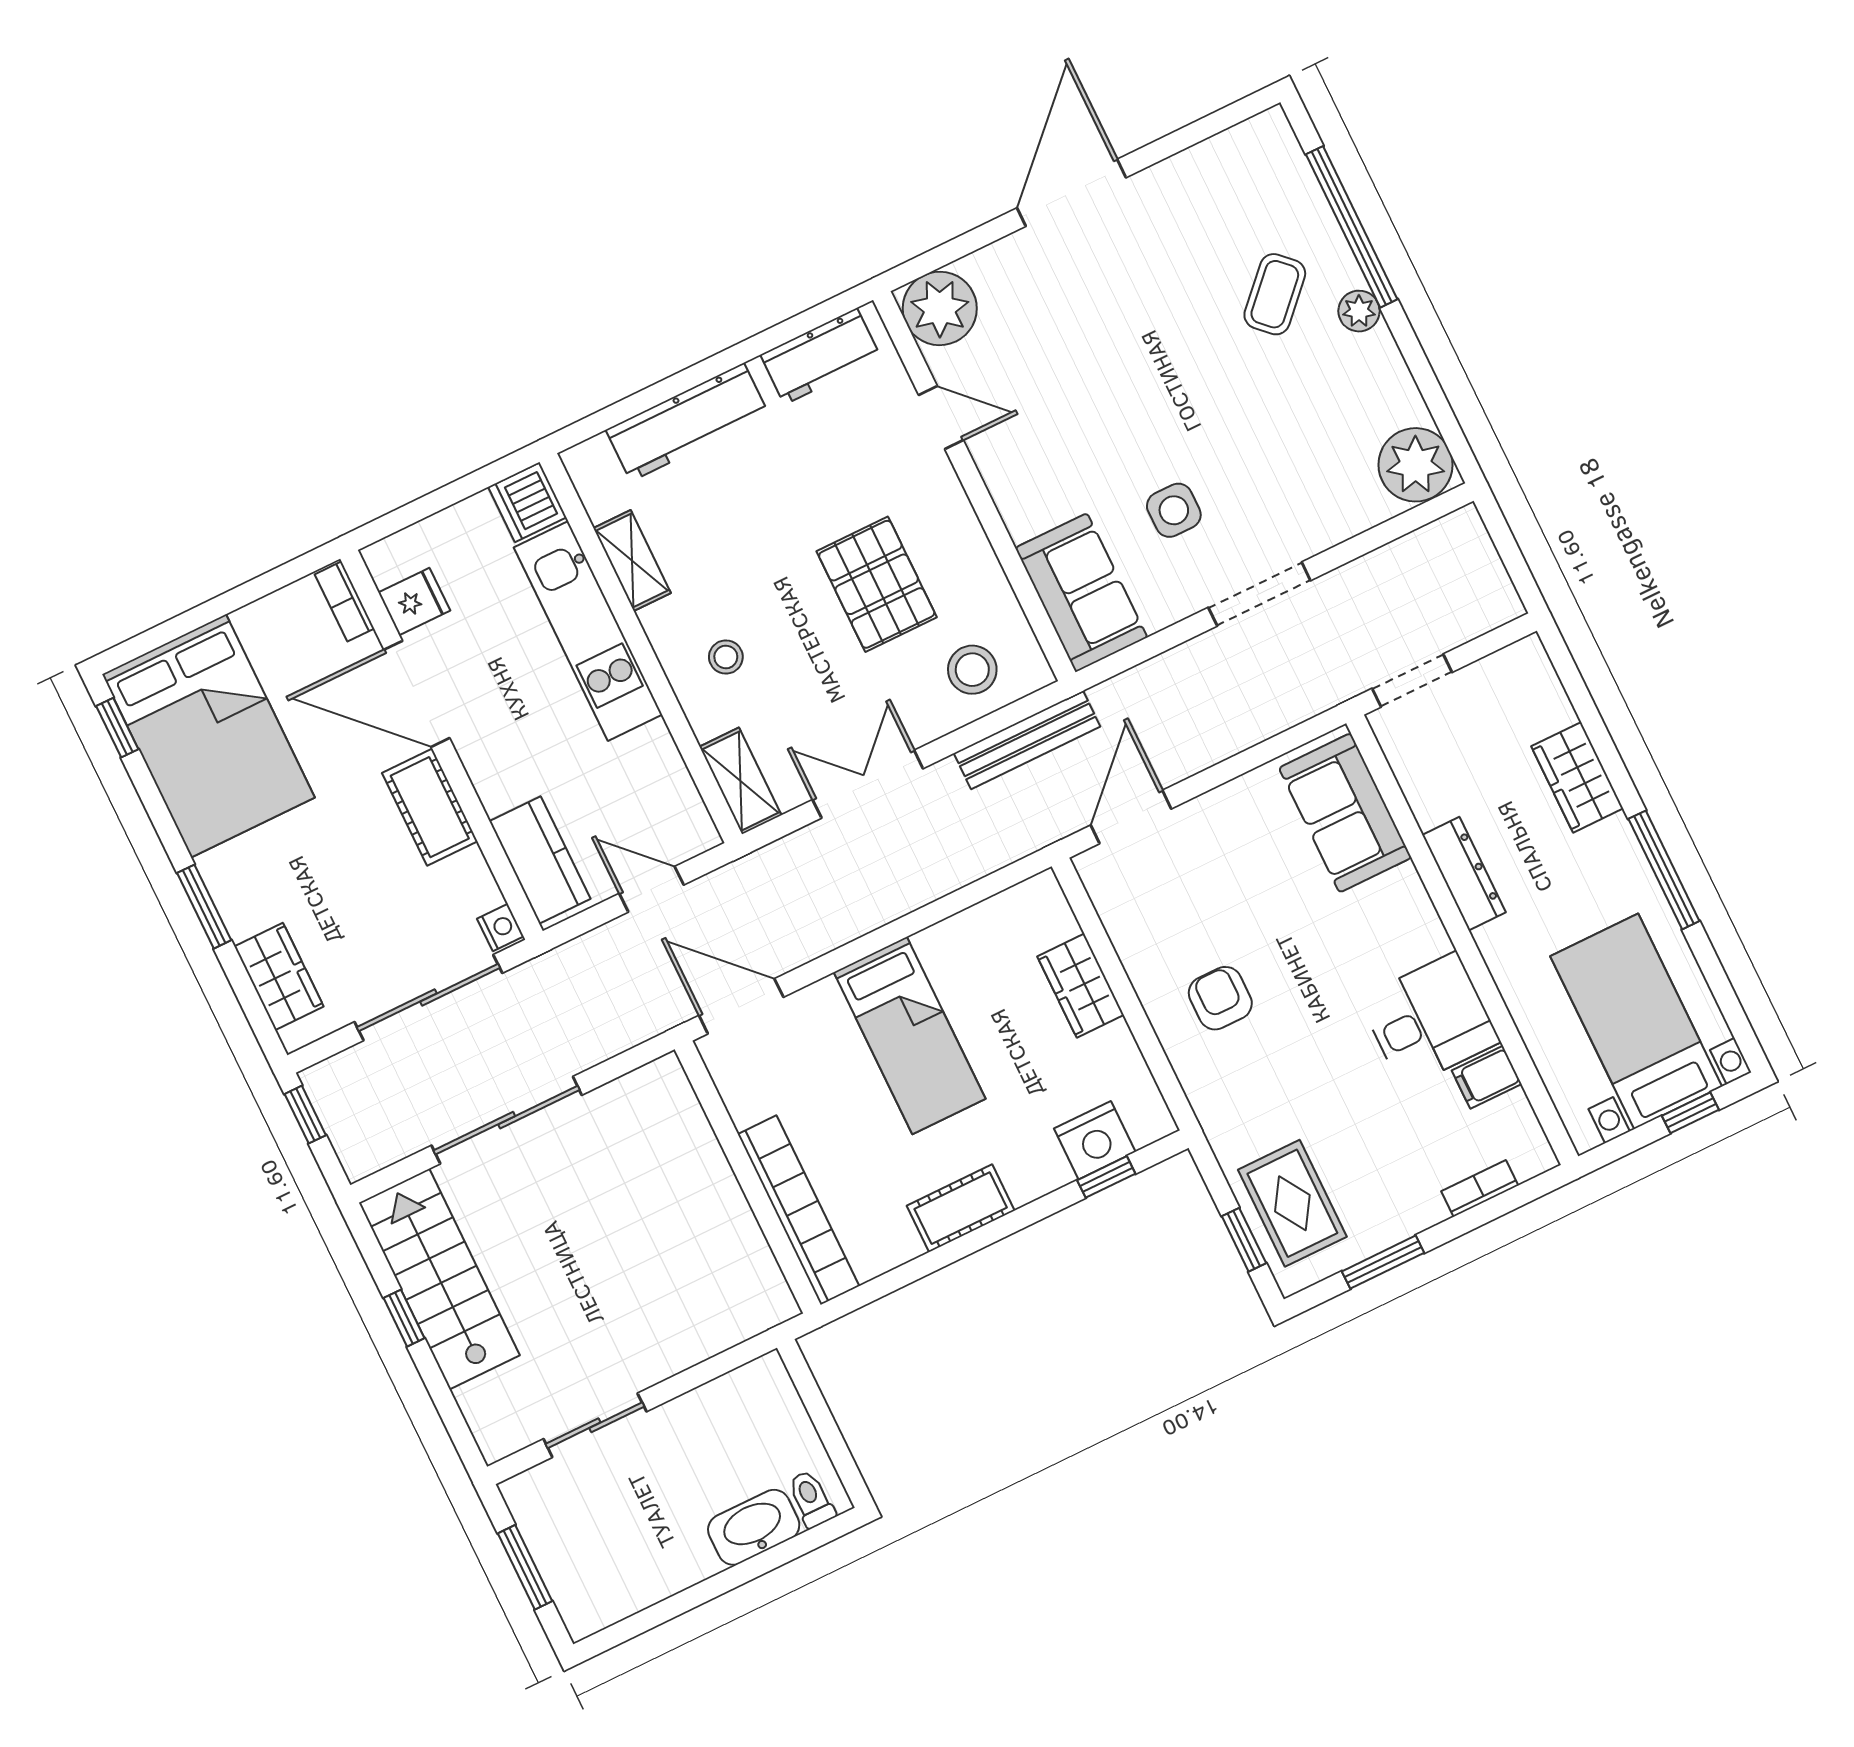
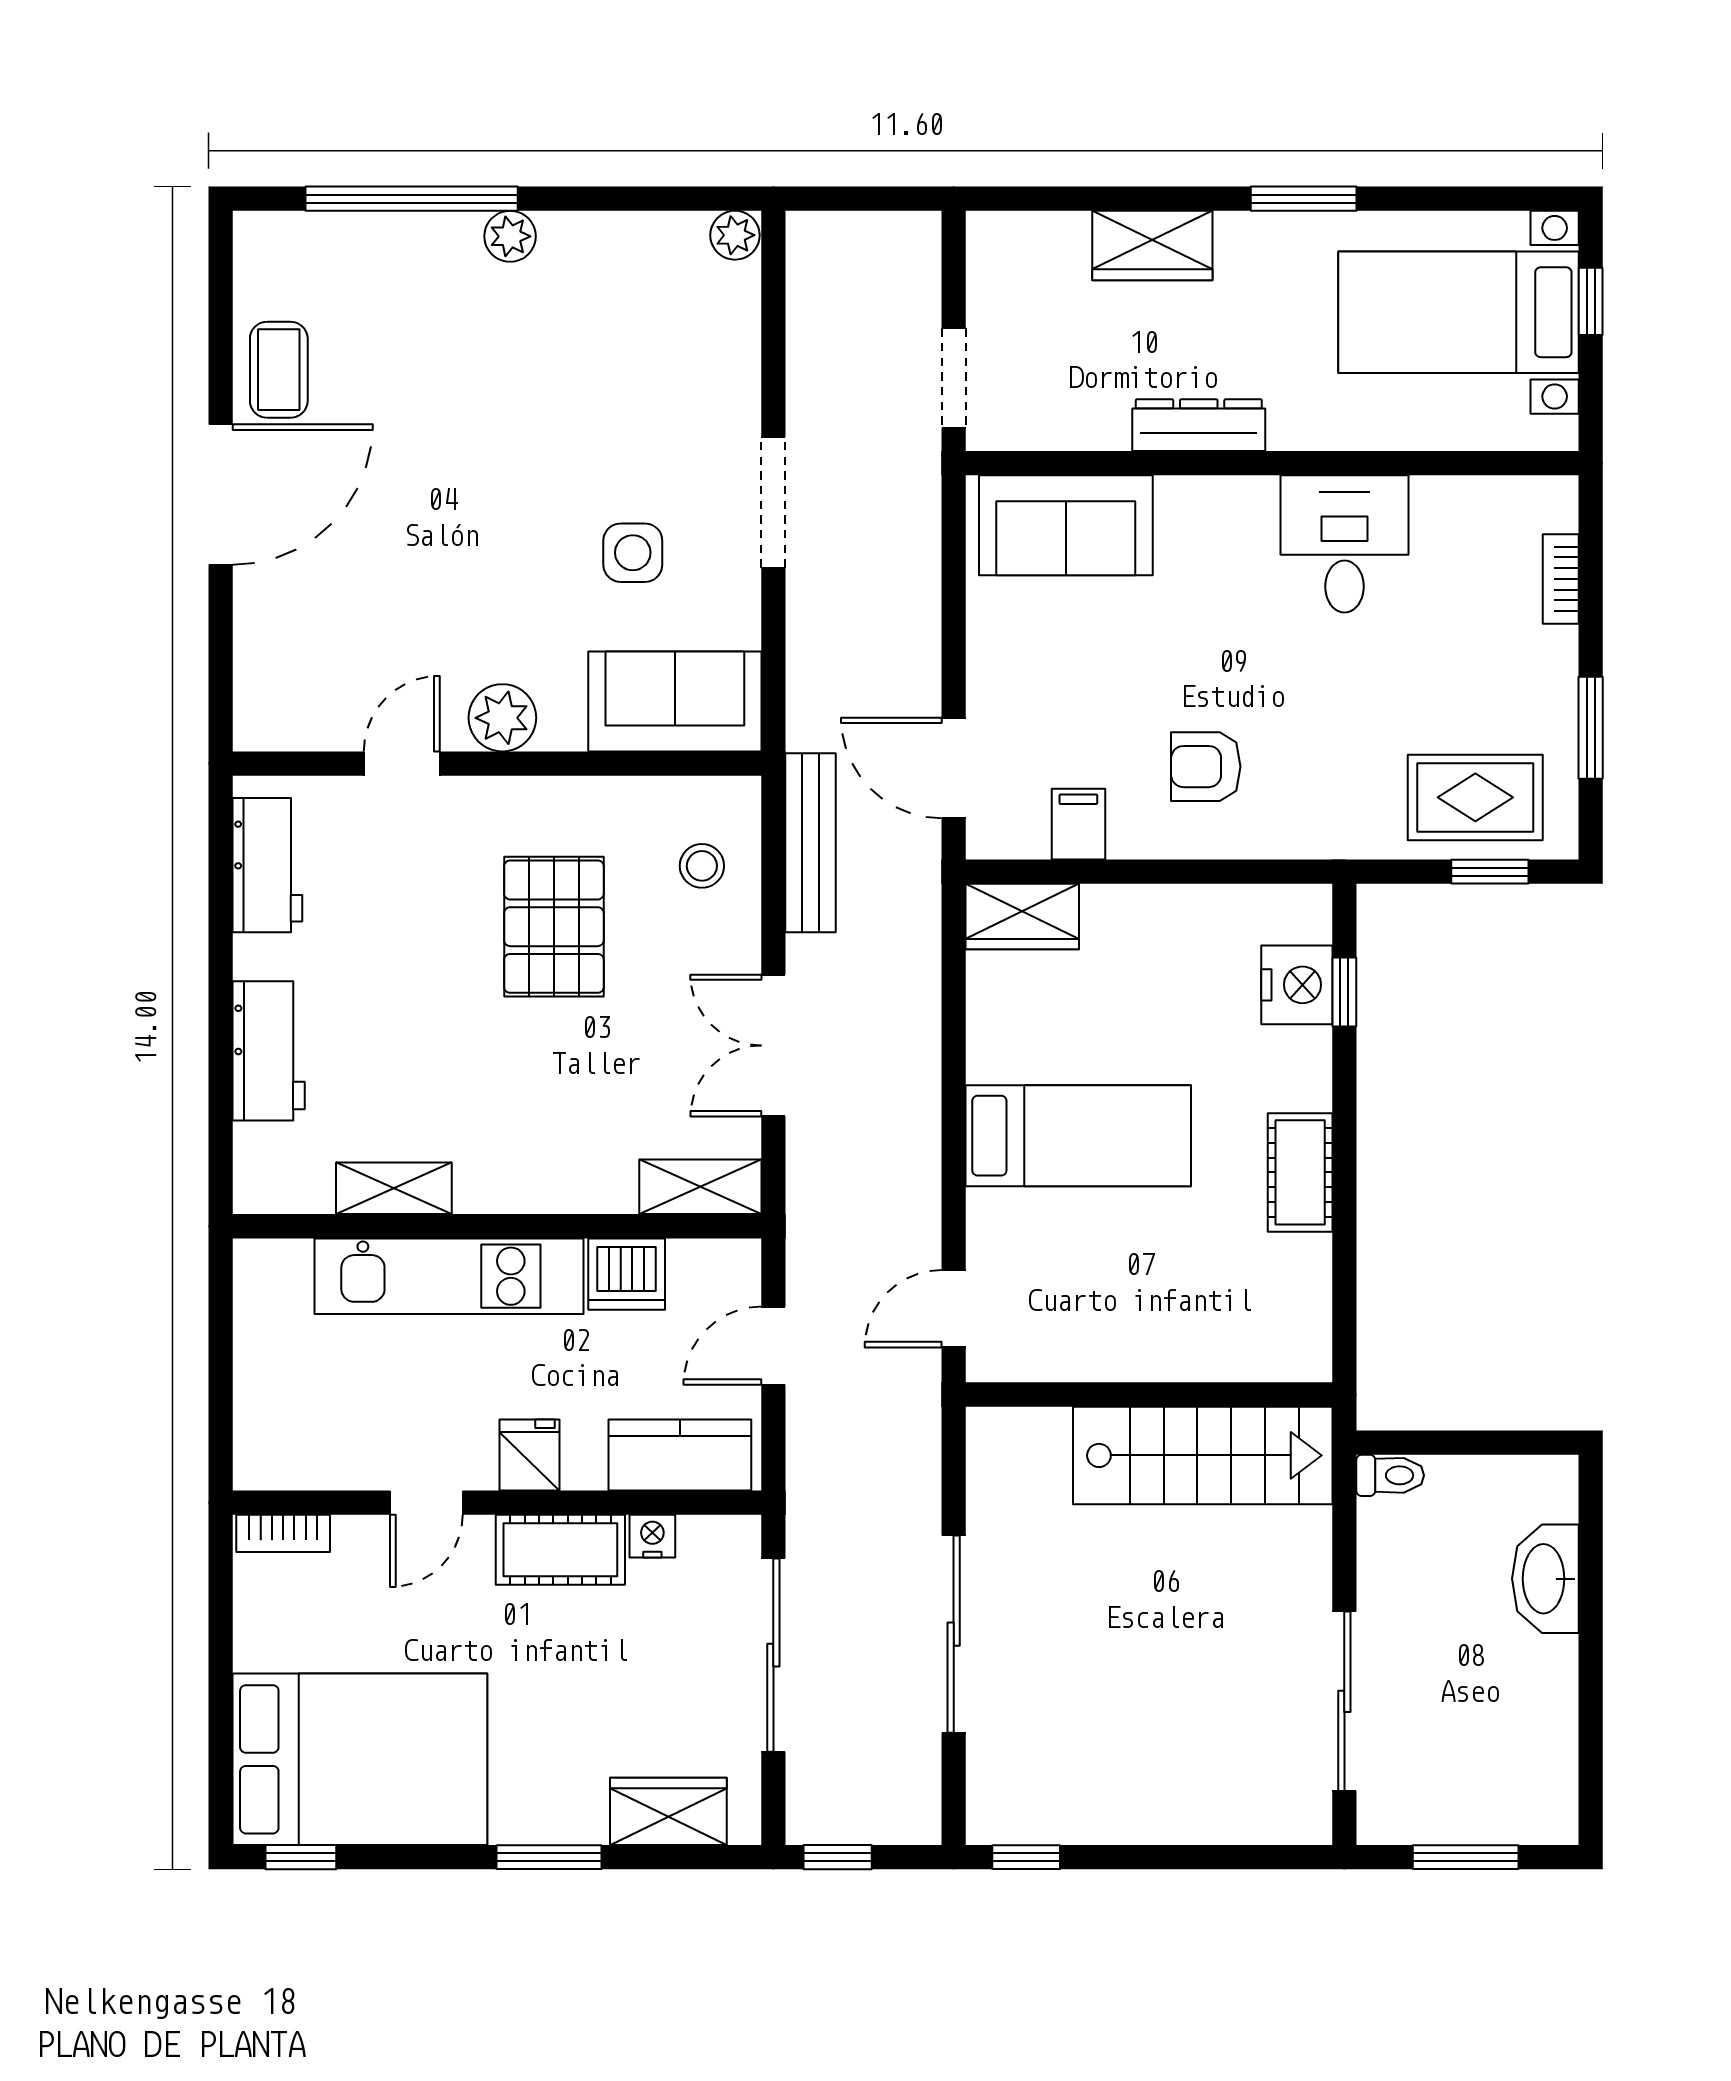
door: (1071, 193) -> (221, 495), swing flipped
coffee table: (1275, 294) -> (279, 370), moved, turned 46
plant: (940, 308) -> (502, 718), moved, width x0.73, depth x0.73
workbench: (687, 422) -> (269, 1051), width x0.73
plant: (1415, 465) -> (735, 235), width x0.53, depth x0.53
dishwasher: (527, 502) -> (627, 1274), moved
pallet: (877, 584) -> (554, 927), turned 90
fridge: (414, 601) -> (529, 1455), moved
stool: (726, 657) -> (553, 1136), removed
stool: (972, 670) -> (702, 866), width x0.73, depth x0.73
door: (417, 694) -> (426, 1503), width x0.53
window: (1664, 870) -> (1304, 199), width x0.69
nightstand: (500, 927) -> (652, 1536), moved
wardrobe: (1081, 986) -> (1022, 917), moved
door: (741, 1006) -> (954, 1309), width x0.73
filing cabinet: (1487, 1077) -> (1078, 824), moved, turned 180
bookcase: (798, 1210) -> (1214, 1356), removed
stairs: (439, 1279) -> (1203, 1455), moved, turned 180
window: (404, 1318) -> (1026, 1857), moved
sliding door: (595, 1425) -> (1344, 1701), width x1.37
toilet: (811, 1499) -> (1390, 1475), moved, turned 180

